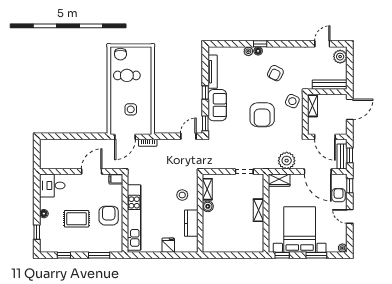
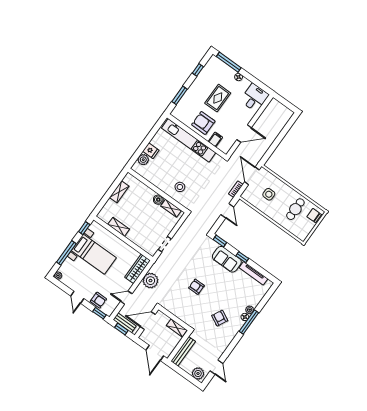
window: (260, 44) -> (249, 322), width x2.17
side table: (292, 101) -> (191, 316), removed
armchair: (262, 115) -> (196, 287), width x0.53, depth x0.53
door: (188, 136) -> (227, 211), moved
door: (92, 171) -> (244, 134), hinge flipped
door: (318, 171) -> (126, 298), width x0.53
filing cabinet: (116, 179) -> (215, 140), moved
wardrobe: (279, 180) -> (138, 269), width x1.50
shelving: (258, 210) -> (119, 227), moved
armchair: (109, 216) -> (203, 123), turned 180
door: (350, 216) -> (77, 297), swing flipped
kitchen counter: (191, 223) -> (155, 179), removed
bed with nightstands: (300, 229) -> (94, 254), width x0.73
window: (37, 232) -> (229, 62), width x2.17
plant: (181, 246) -> (143, 160), added
shelving: (226, 247) -> (119, 192), added
window: (316, 255) -> (66, 253), width x1.44

